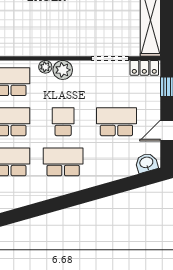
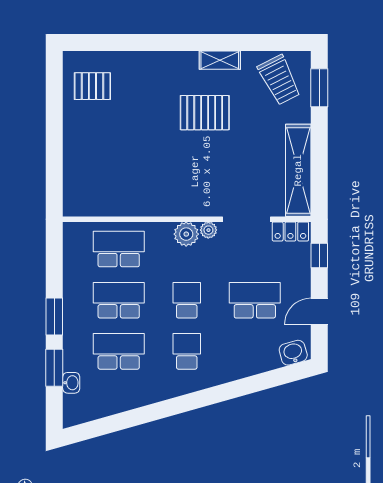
plant: (45, 67) -> (208, 230), moved
school desk: (63, 162) -> (187, 351), width x0.54

